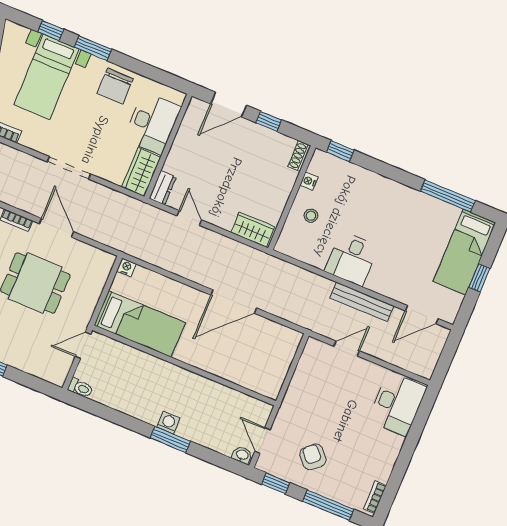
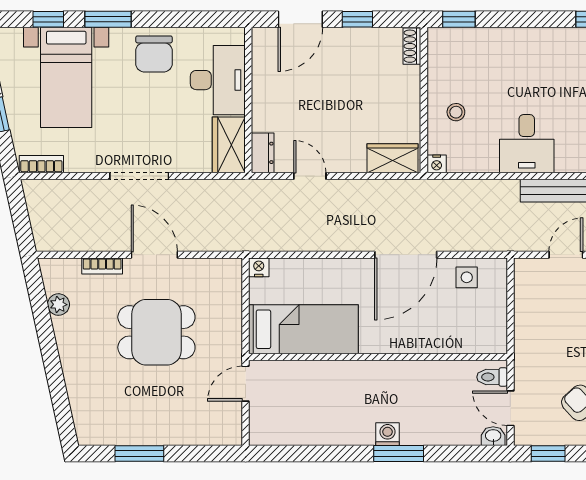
nightstand: (309, 181) -> (437, 164), moved, turned -90
side table: (270, 335) -> (467, 277), added
toilet: (80, 388) -> (492, 377), moved, turned 180

